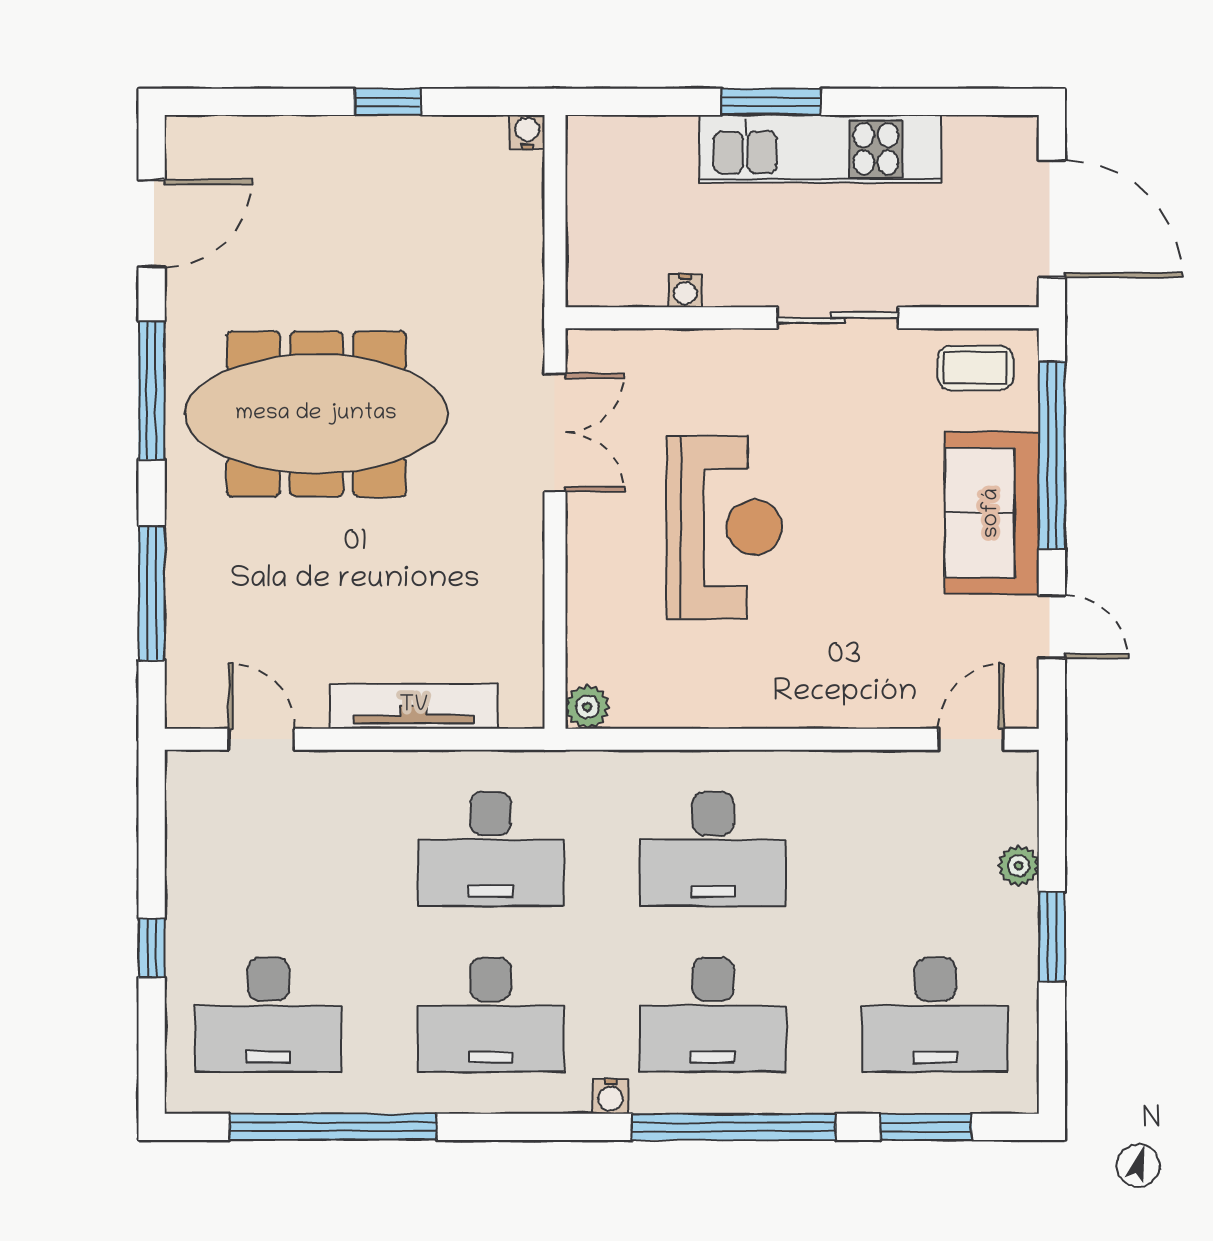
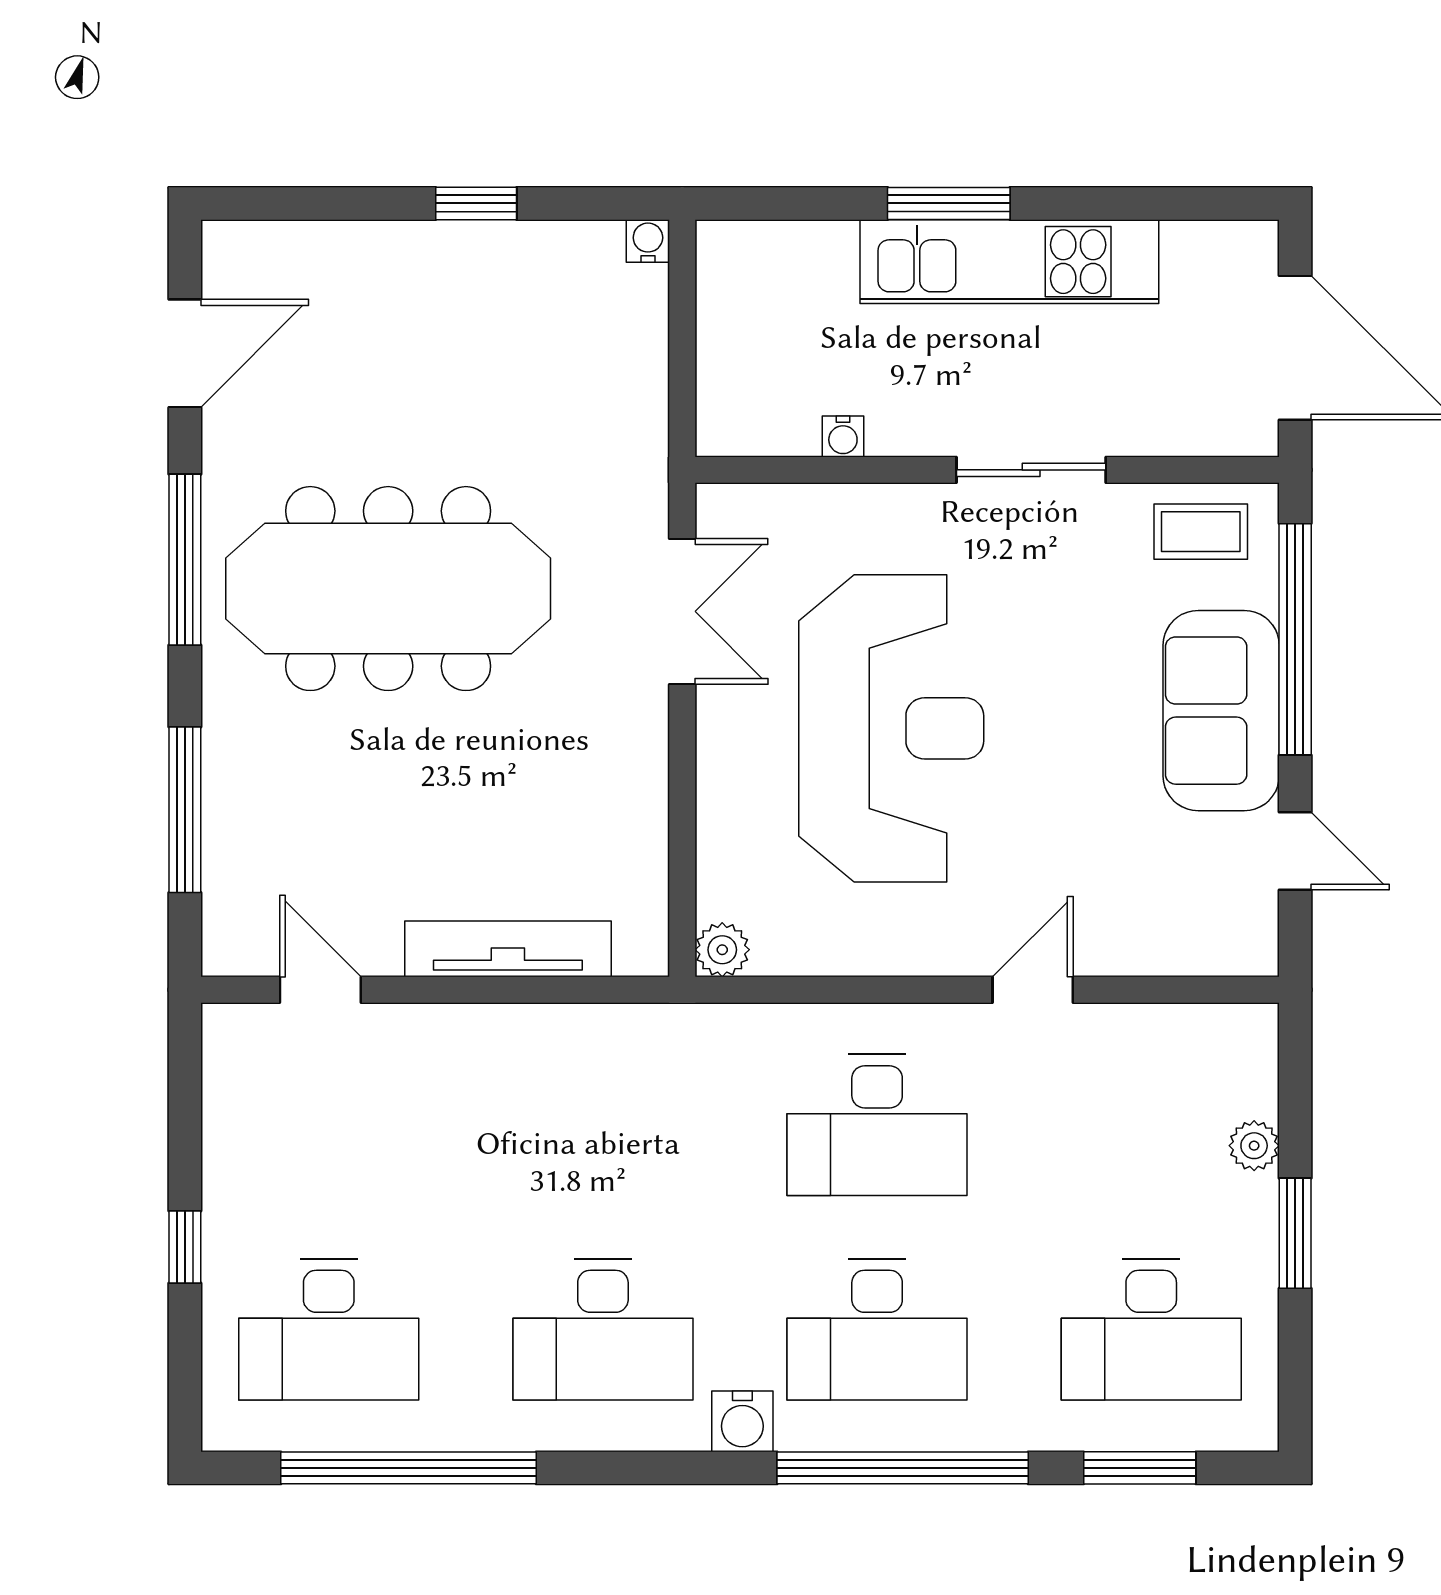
reception desk: (724, 527) -> (891, 728), width x1.36, depth x1.30
door: (971, 739) -> (1033, 990), moved
desk: (491, 849) -> (603, 1125), removed
water cooler: (610, 1096) -> (742, 1421), width x1.38, depth x1.38

